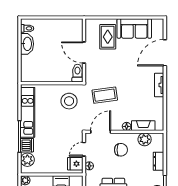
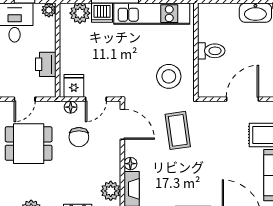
toilet: (77, 73) -> (211, 51), moved
door: (84, 149) -> (96, 99), swing flipped
chair: (121, 150) -> (79, 137), moved

